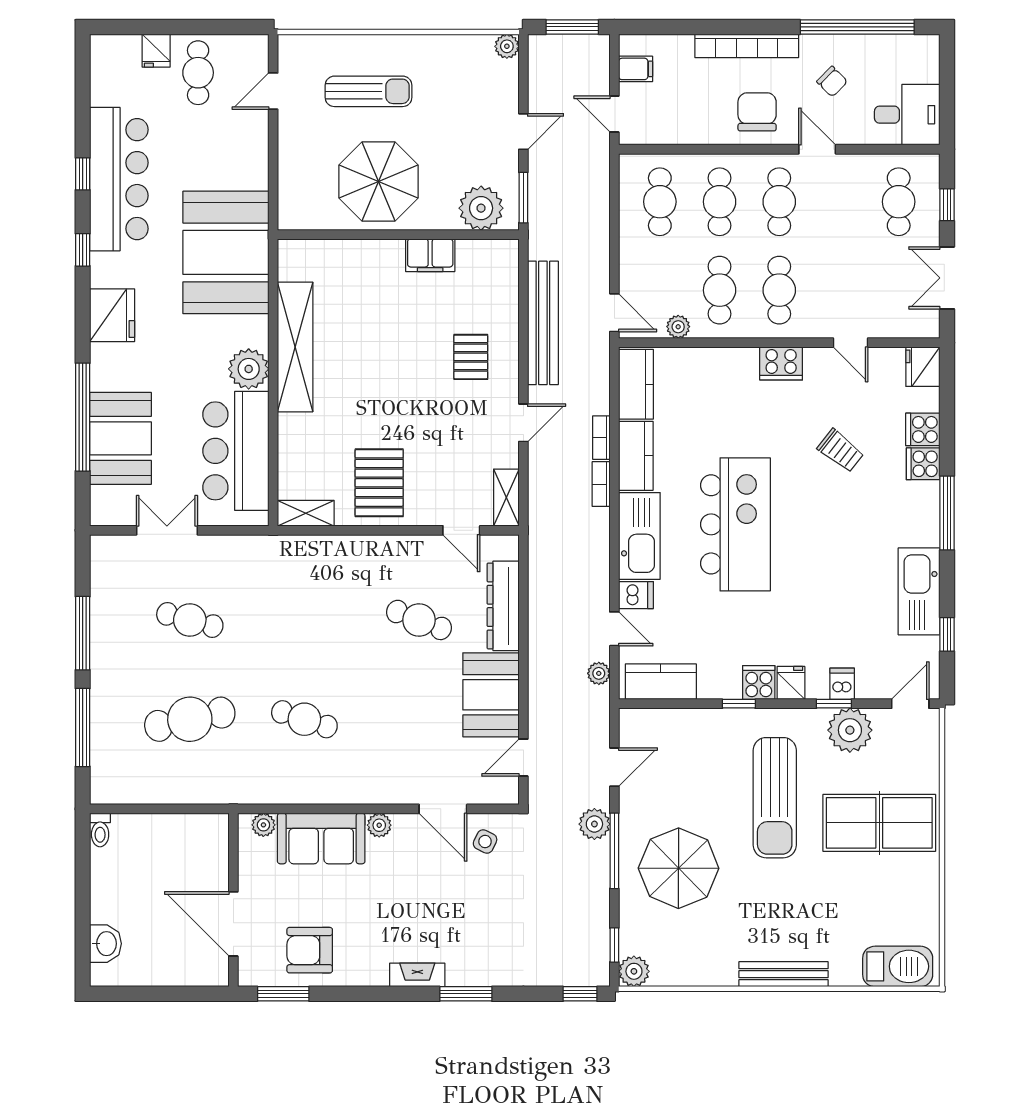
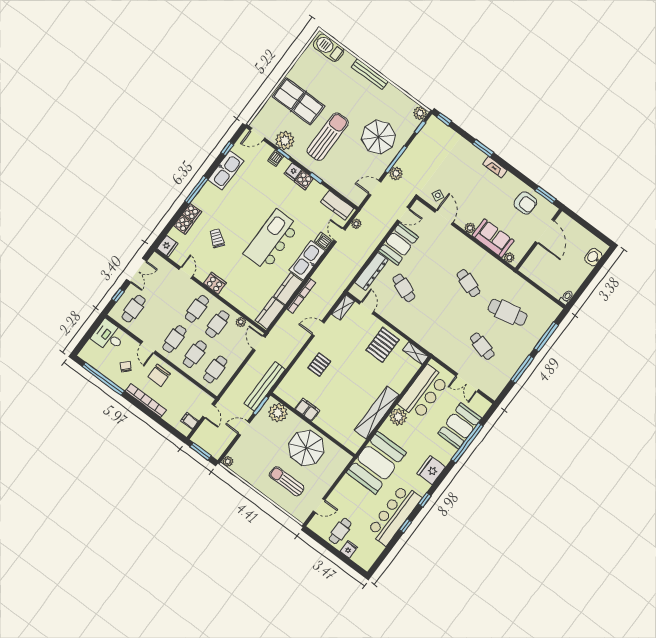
bench: (543, 323) -> (265, 386), moved

